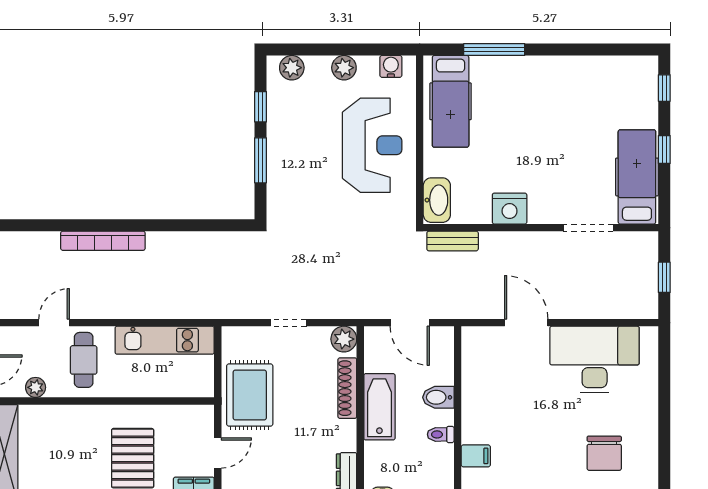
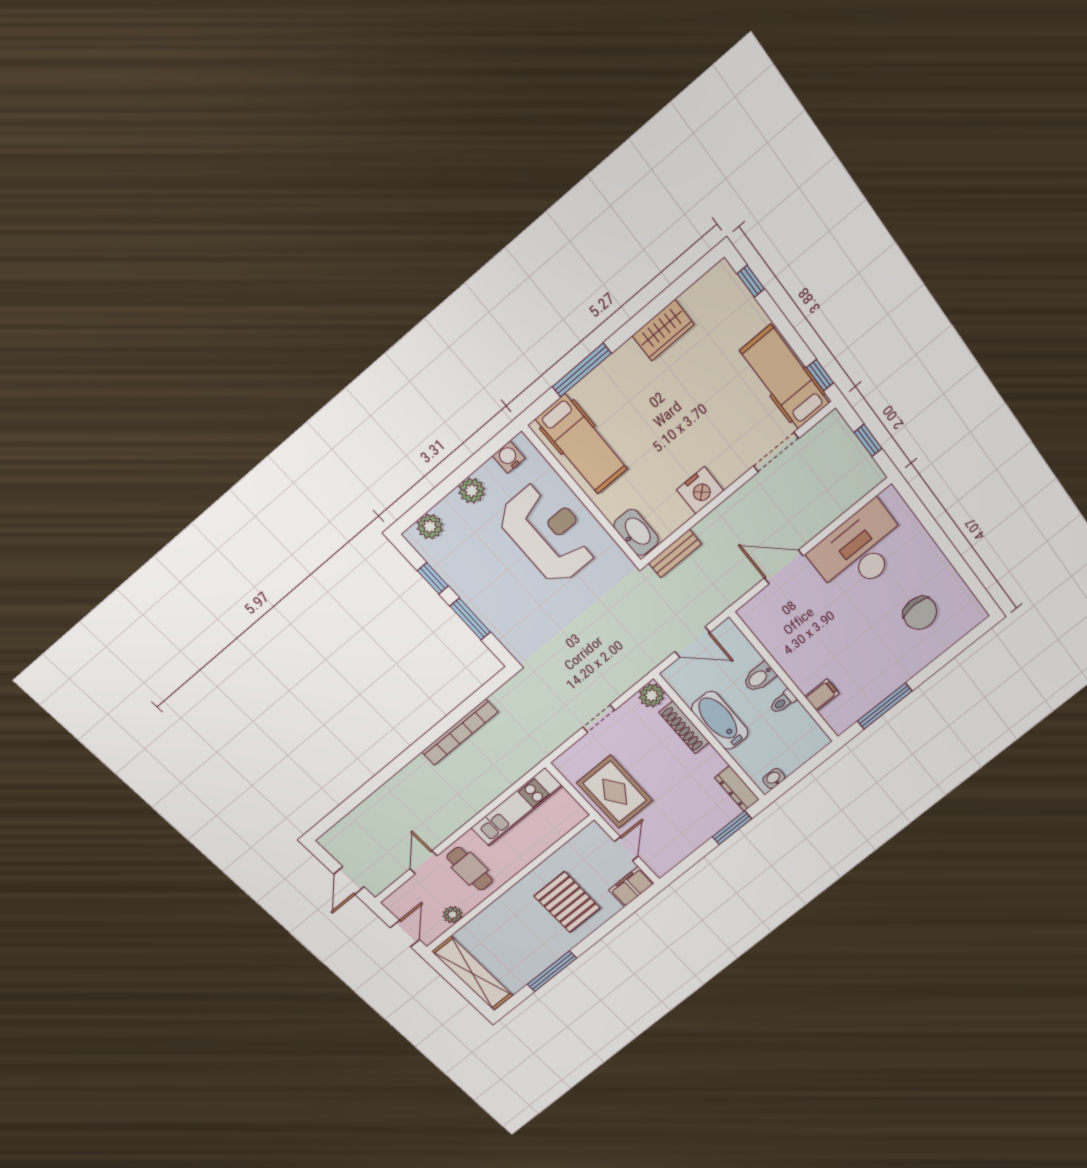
wardrobe: (575, 70) -> (663, 330), added
window: (664, 149) -> (820, 375), moved
bookcase: (103, 241) -> (460, 732), moved

